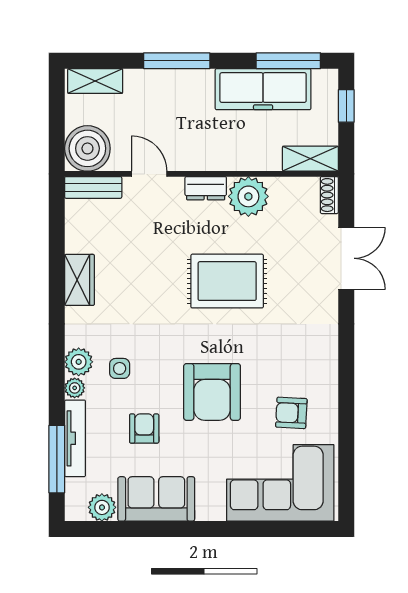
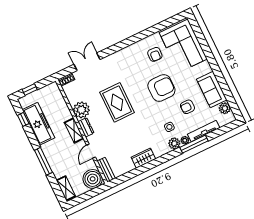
window: (288, 61) -> (23, 119), width x0.46
shelving: (310, 159) -> (74, 130), moved
window: (57, 459) -> (194, 144), moved

